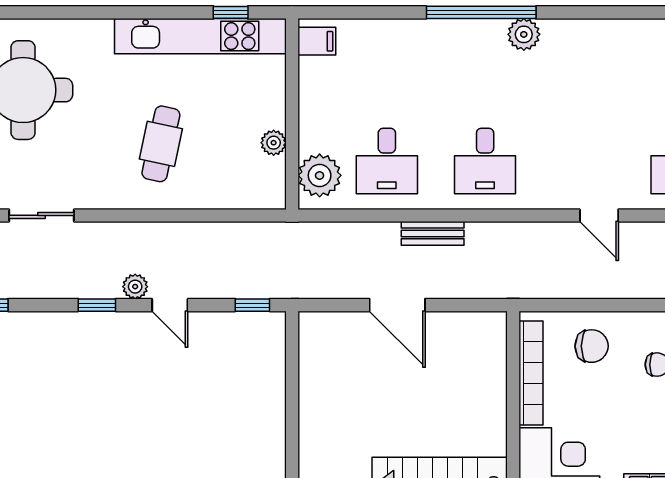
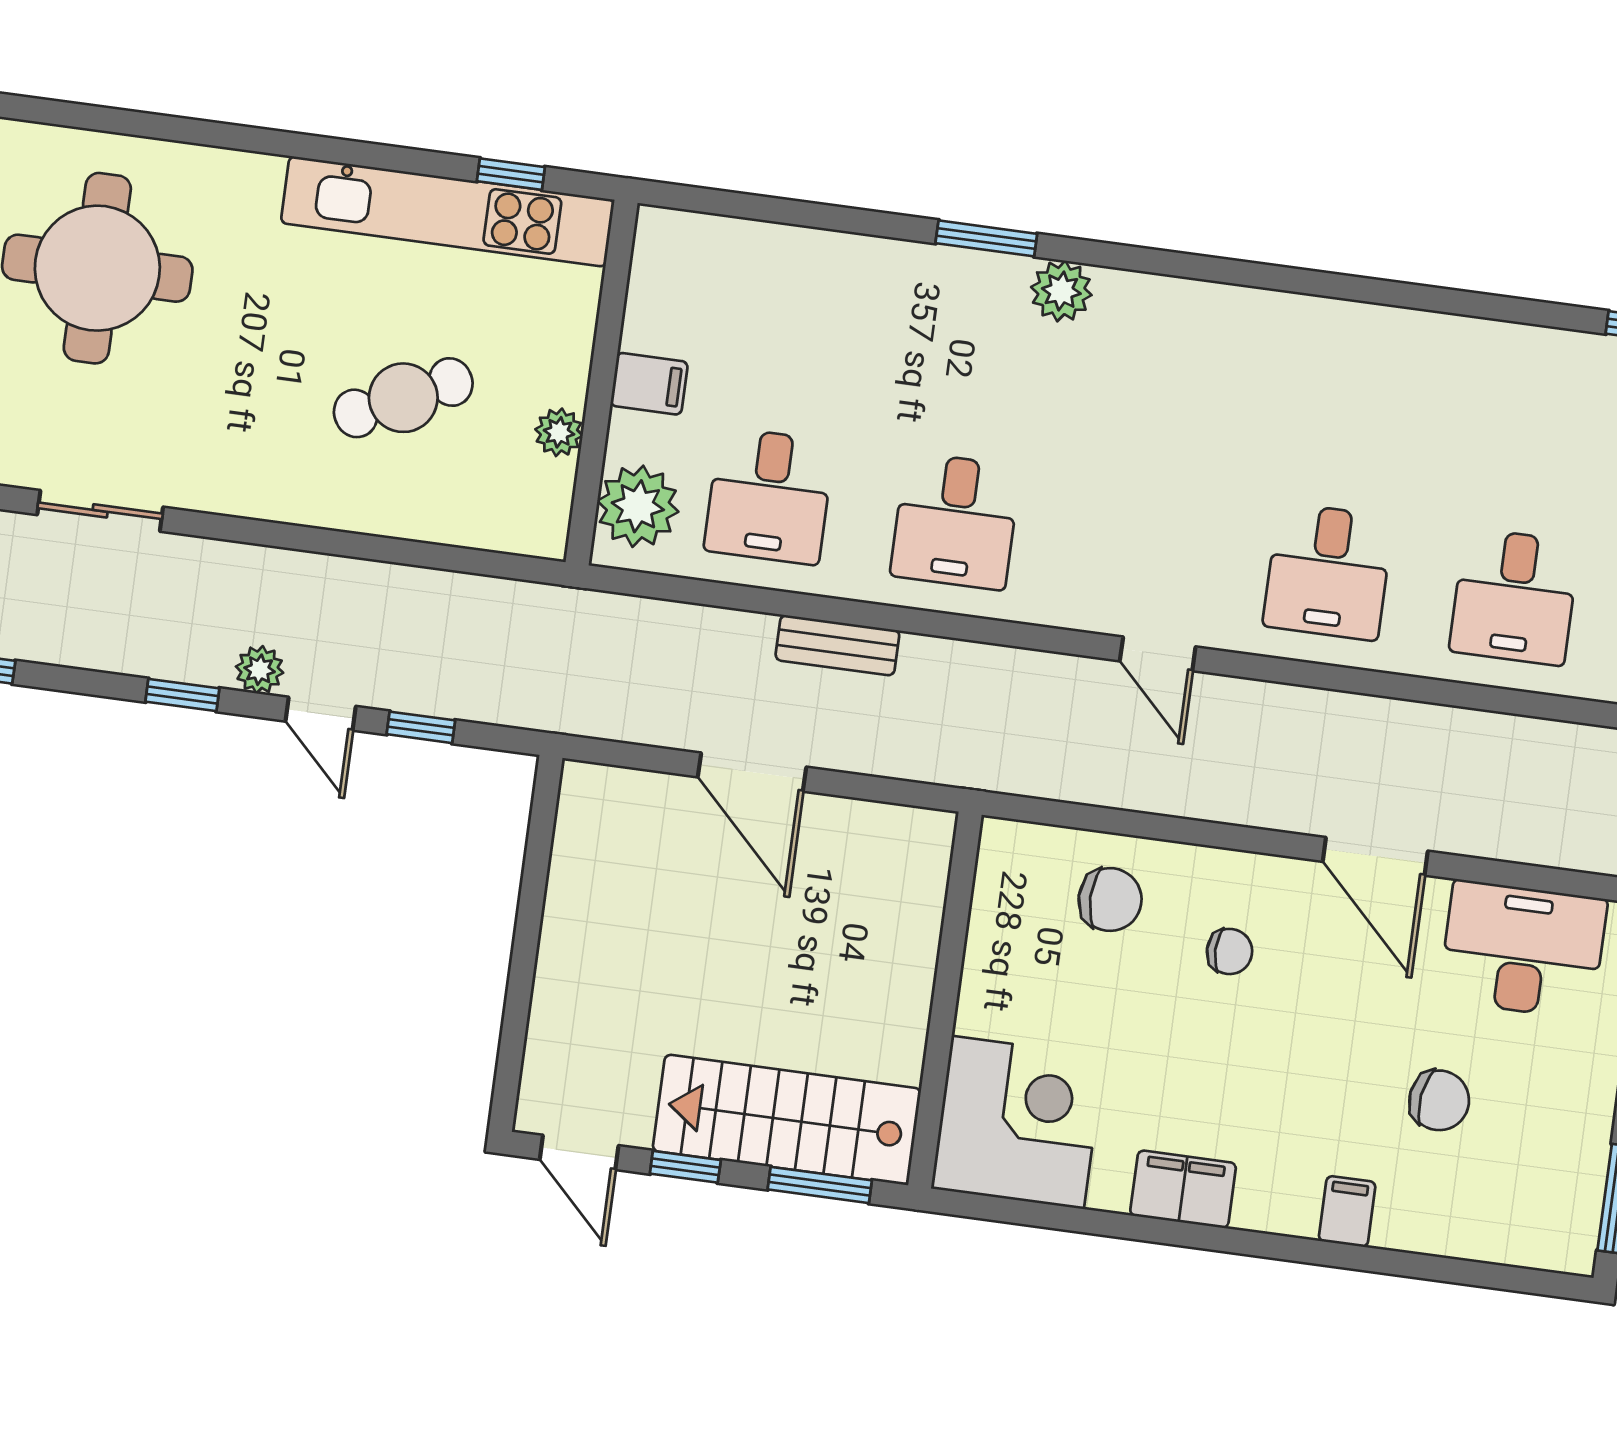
window: (481, 12) -> (986, 238), width x0.47
filing cabinet: (317, 41) -> (649, 384), moved
cafe table: (161, 144) -> (403, 398), moved, turned 52
window: (252, 305) -> (421, 727), moved
bookcase: (531, 373) -> (988, 935), removed

